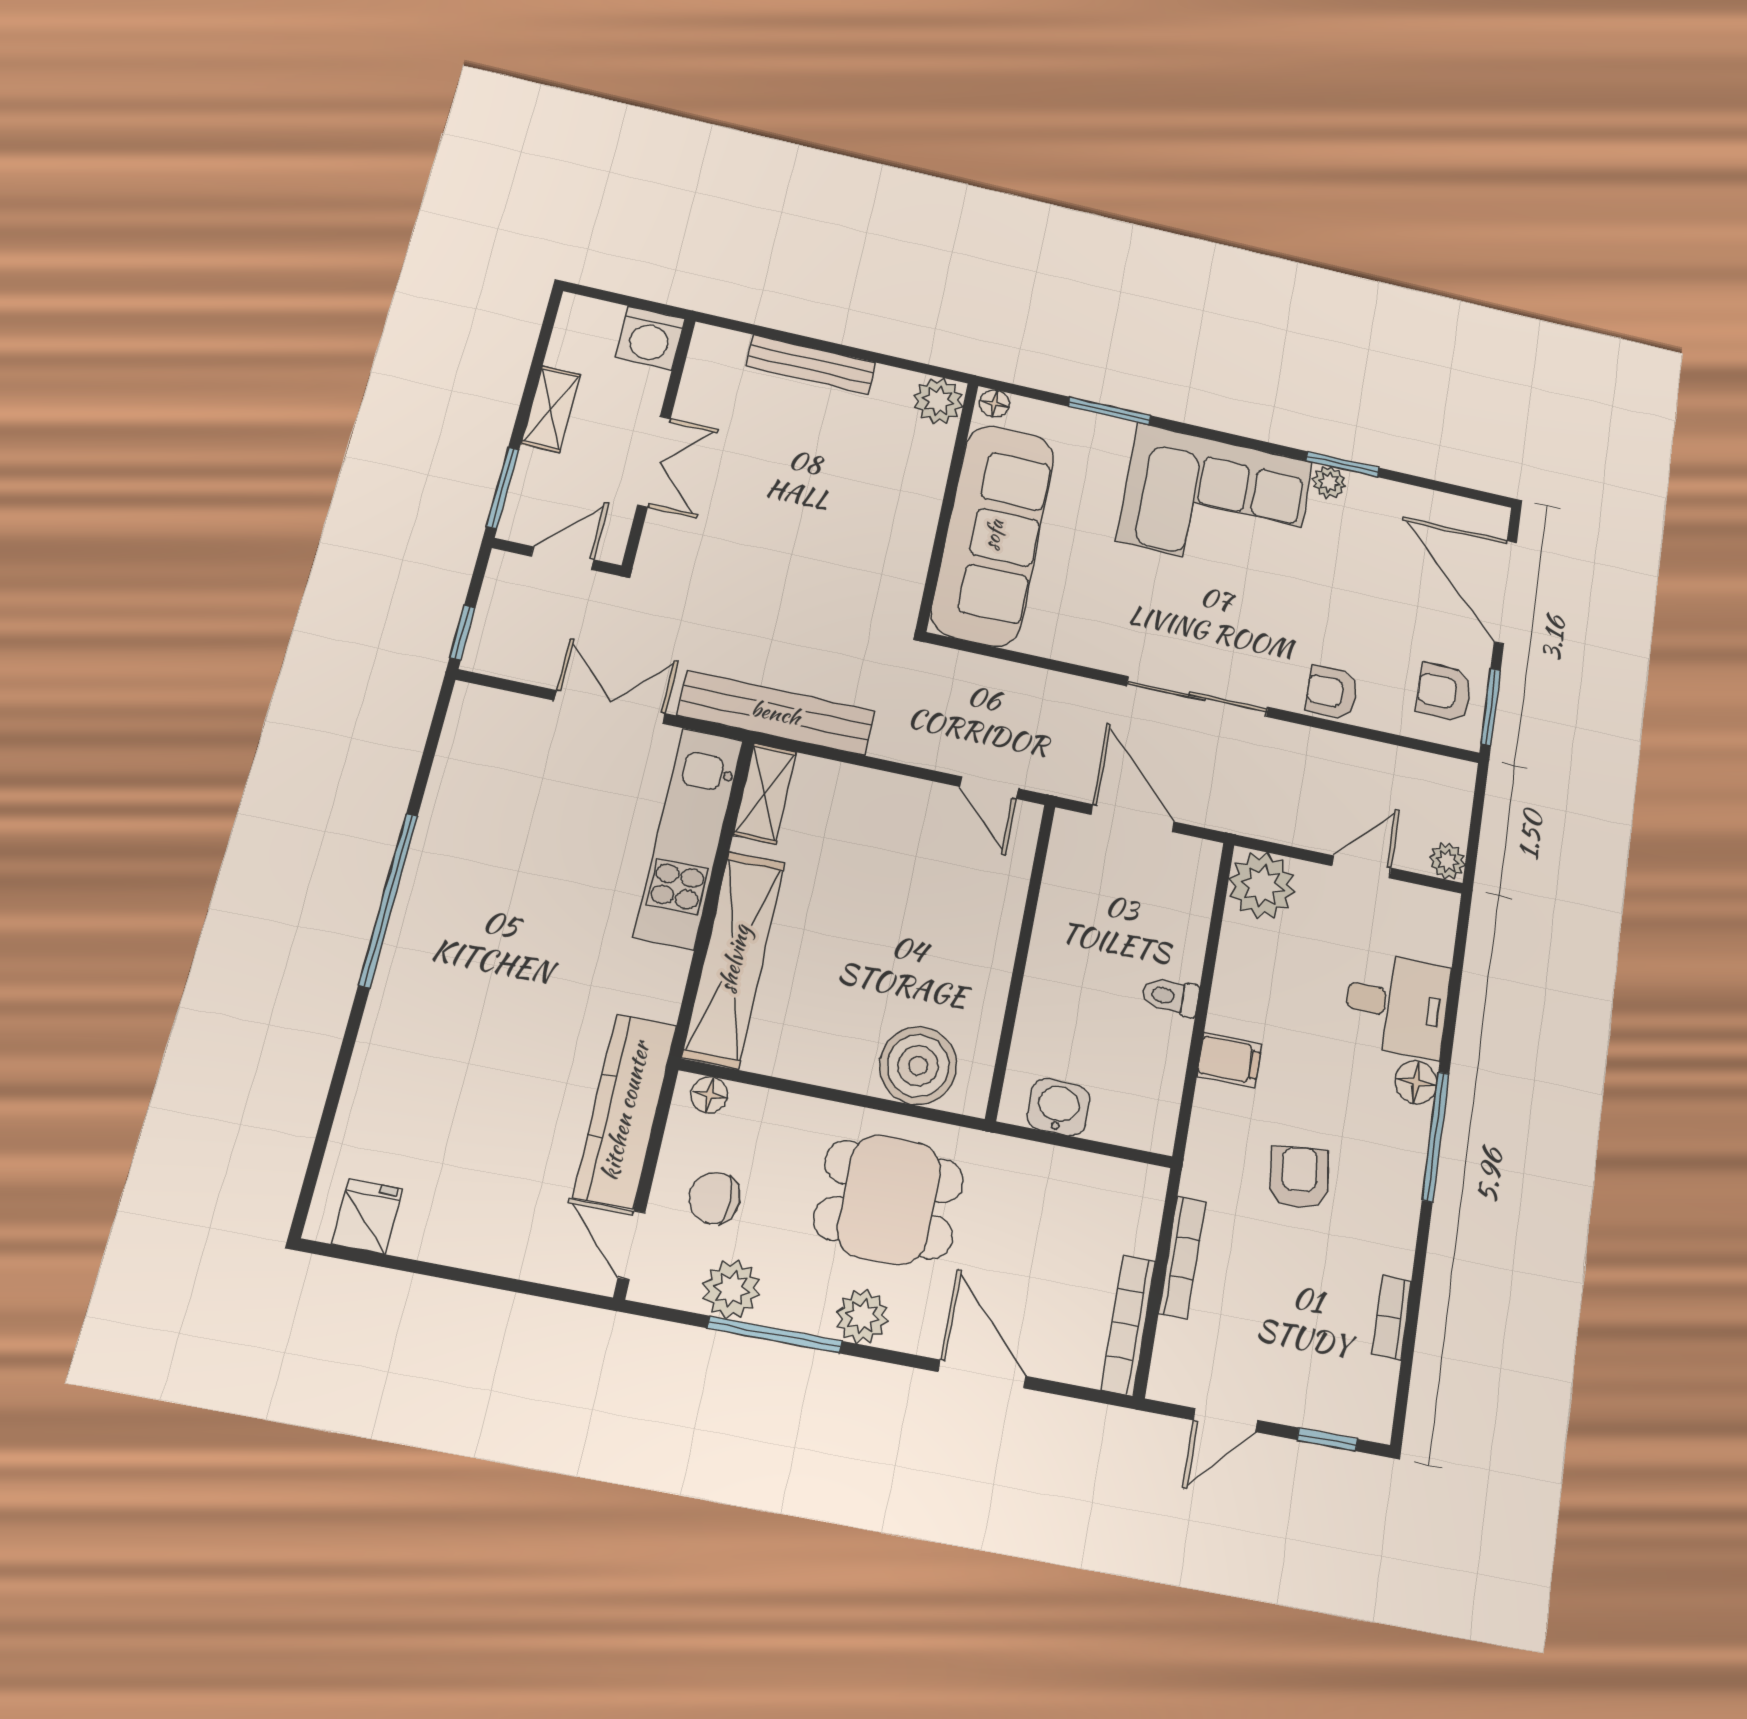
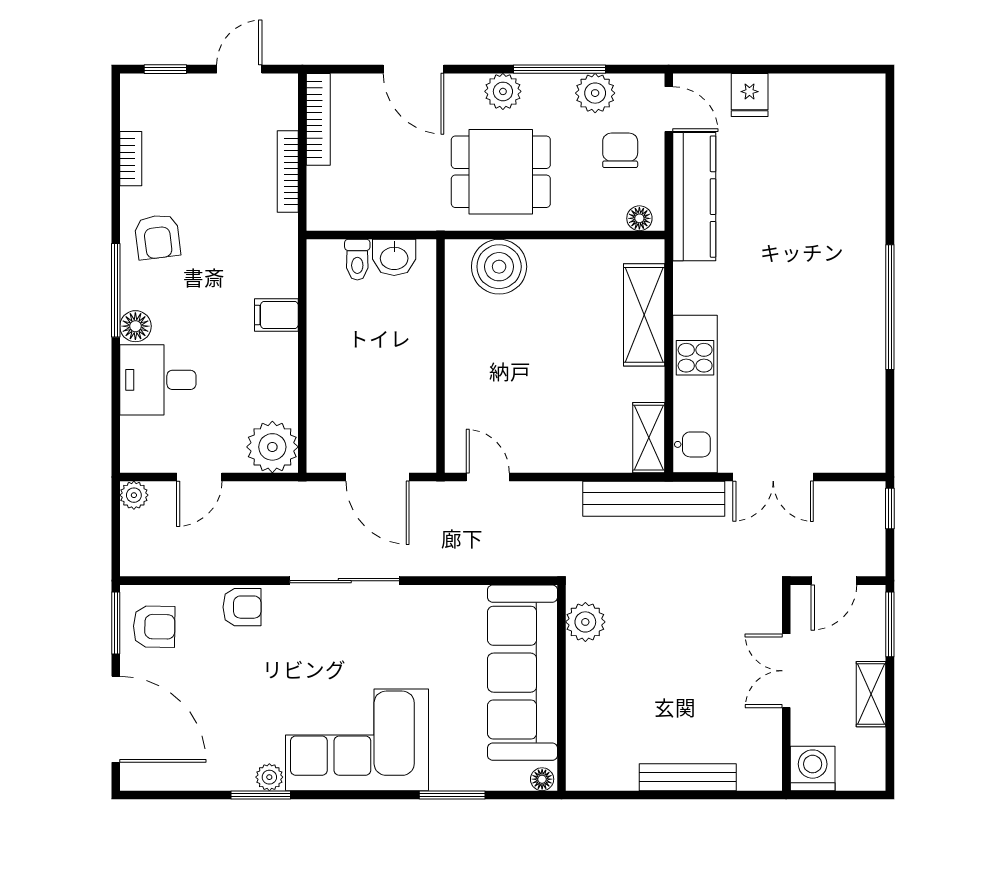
plant: (938, 401) -> (585, 622), moved
shelving: (734, 959) -> (644, 315), width x0.68
toilet: (1170, 997) -> (357, 260), moved, turned 90
armchair: (1299, 1178) -> (157, 237), moved
chair: (714, 1198) -> (620, 150), turned -90
fridge: (367, 1216) -> (750, 95), moved

